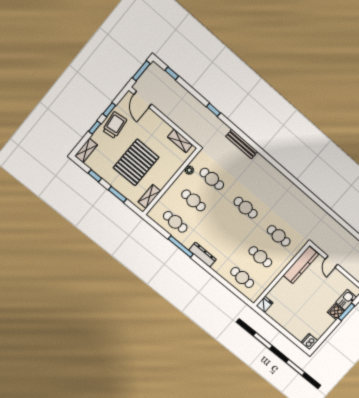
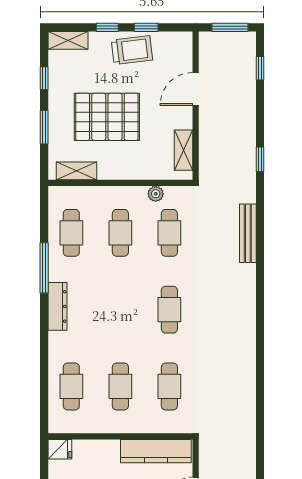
door: (143, 99) -> (196, 89), moved

